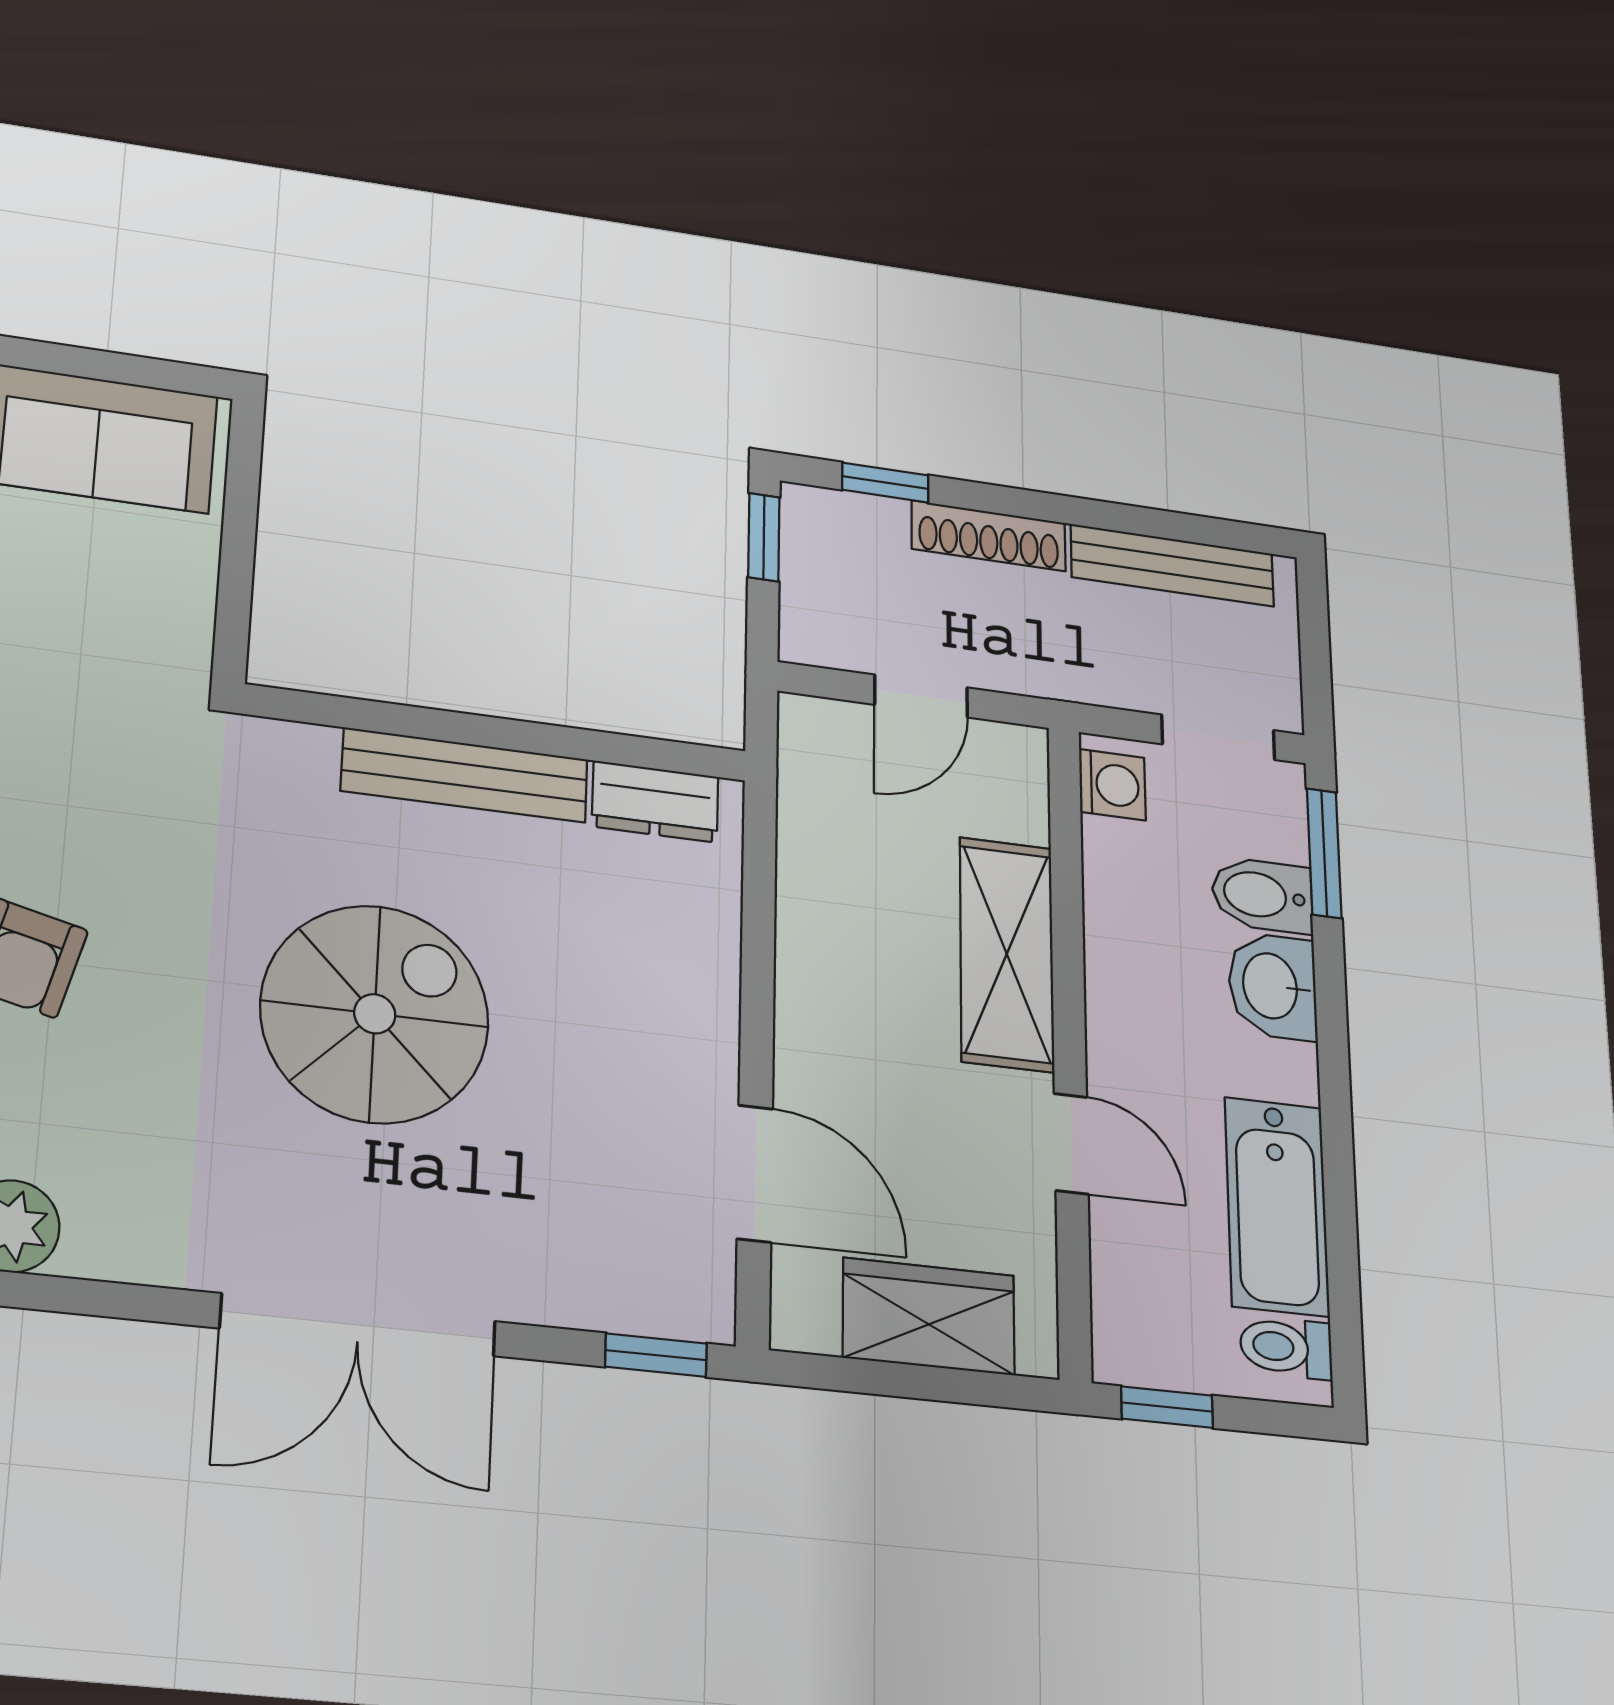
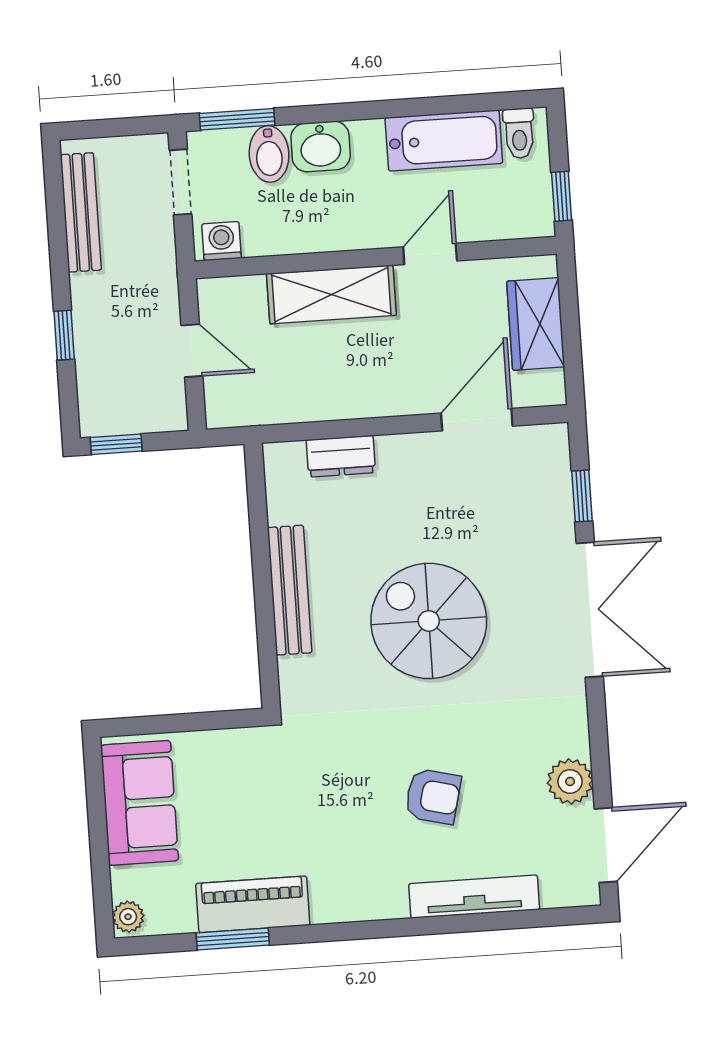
window: (885, 483) -> (64, 335), moved
shoe rack: (989, 536) -> (86, 319), removed
dresser: (655, 802) -> (341, 456), moved, turned 90
window: (656, 1355) -> (582, 496), moved

